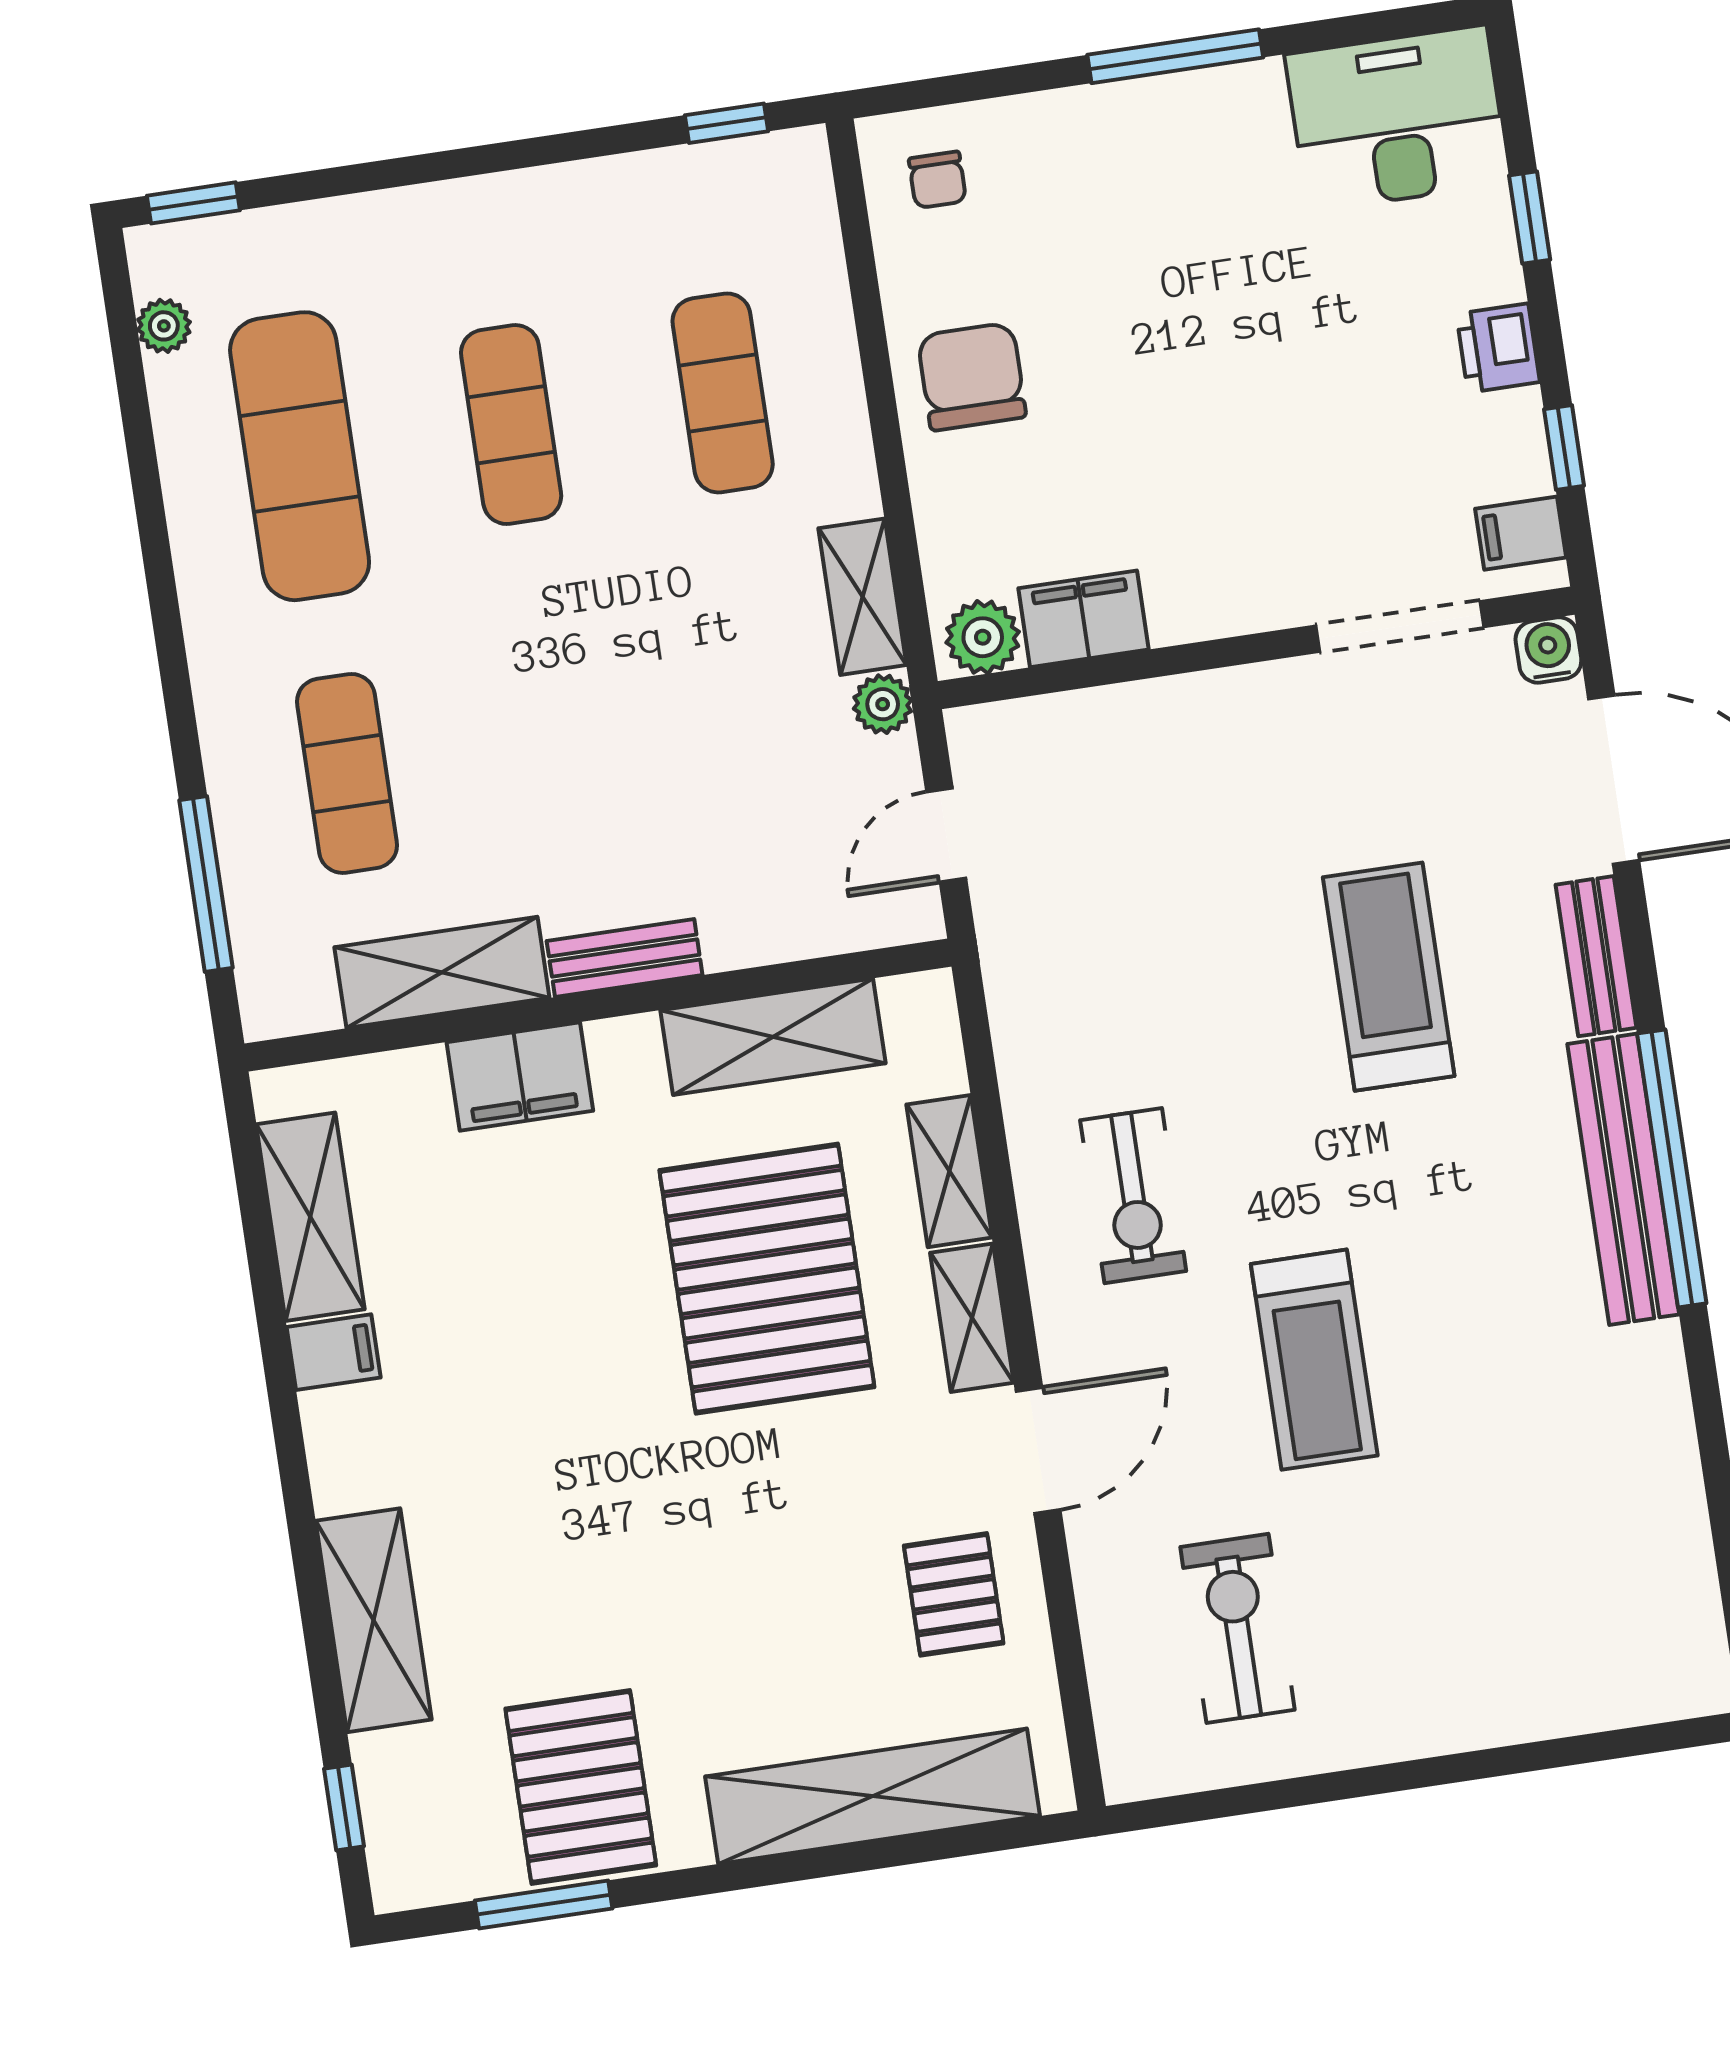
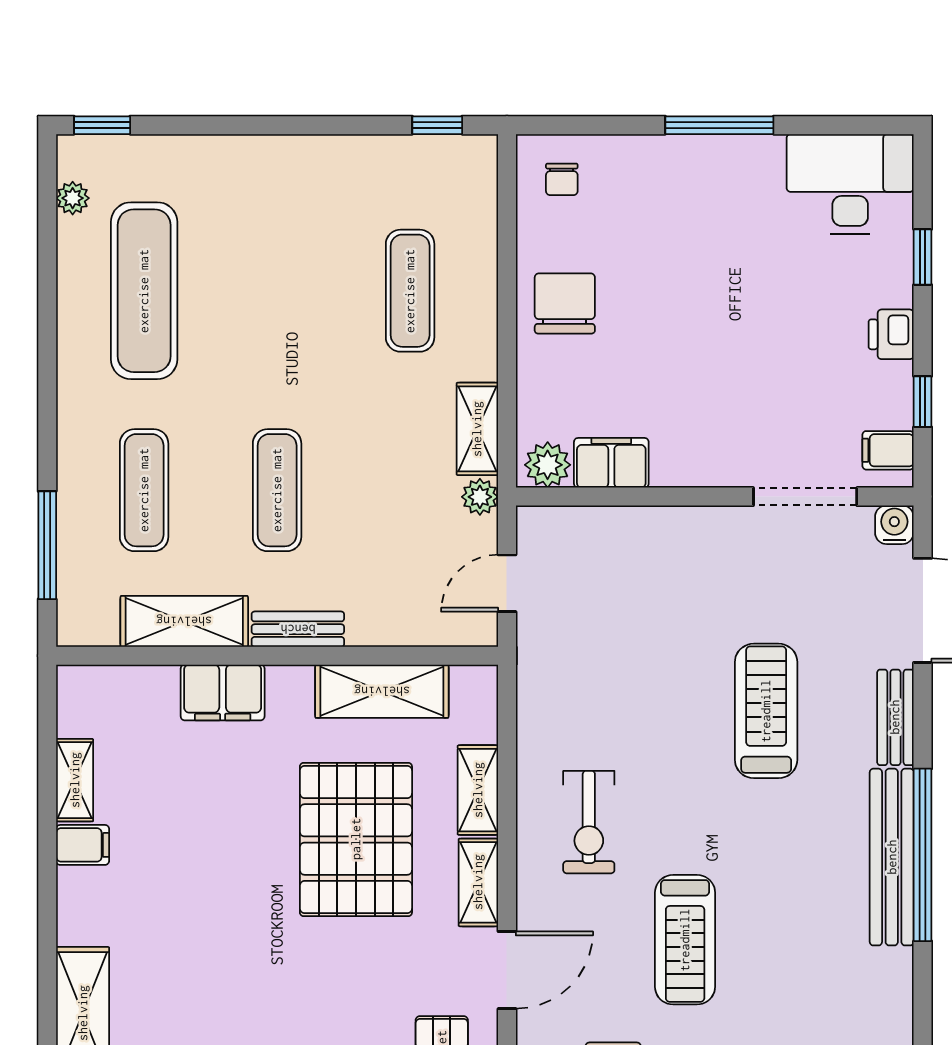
exercise mat: (511, 425) -> (277, 490), moved
shelving: (310, 1217) -> (75, 780), width x0.67, depth x0.75

